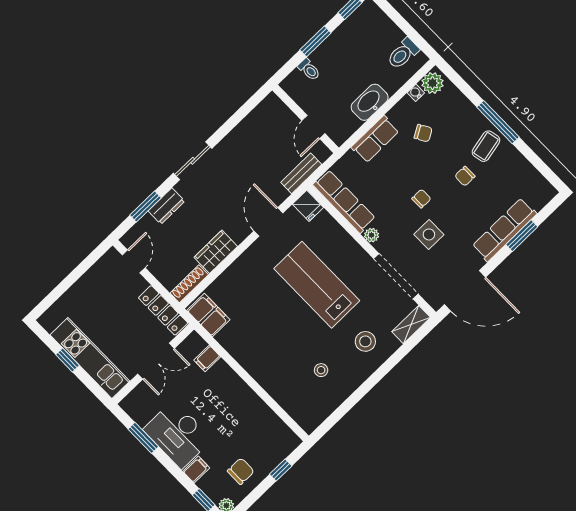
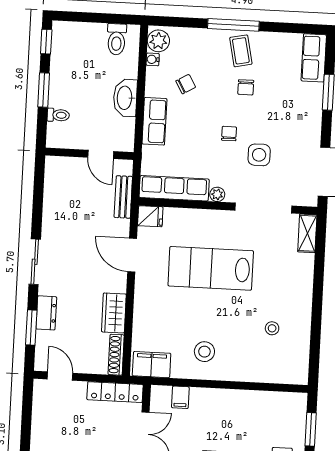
row of seats: (505, 230) -> (314, 58), moved, width x0.68
stool: (365, 341) -> (204, 352), moved
window: (281, 470) -> (311, 429), width x1.50

